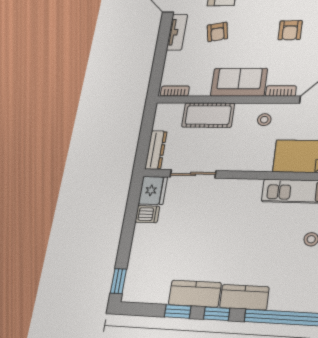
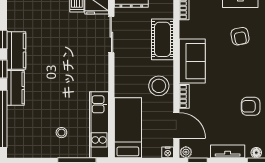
armchair: (290, 30) -> (251, 106), moved
armchair: (217, 32) -> (240, 36), turned -91
stool: (264, 120) -> (159, 86), width x1.89, depth x1.89

